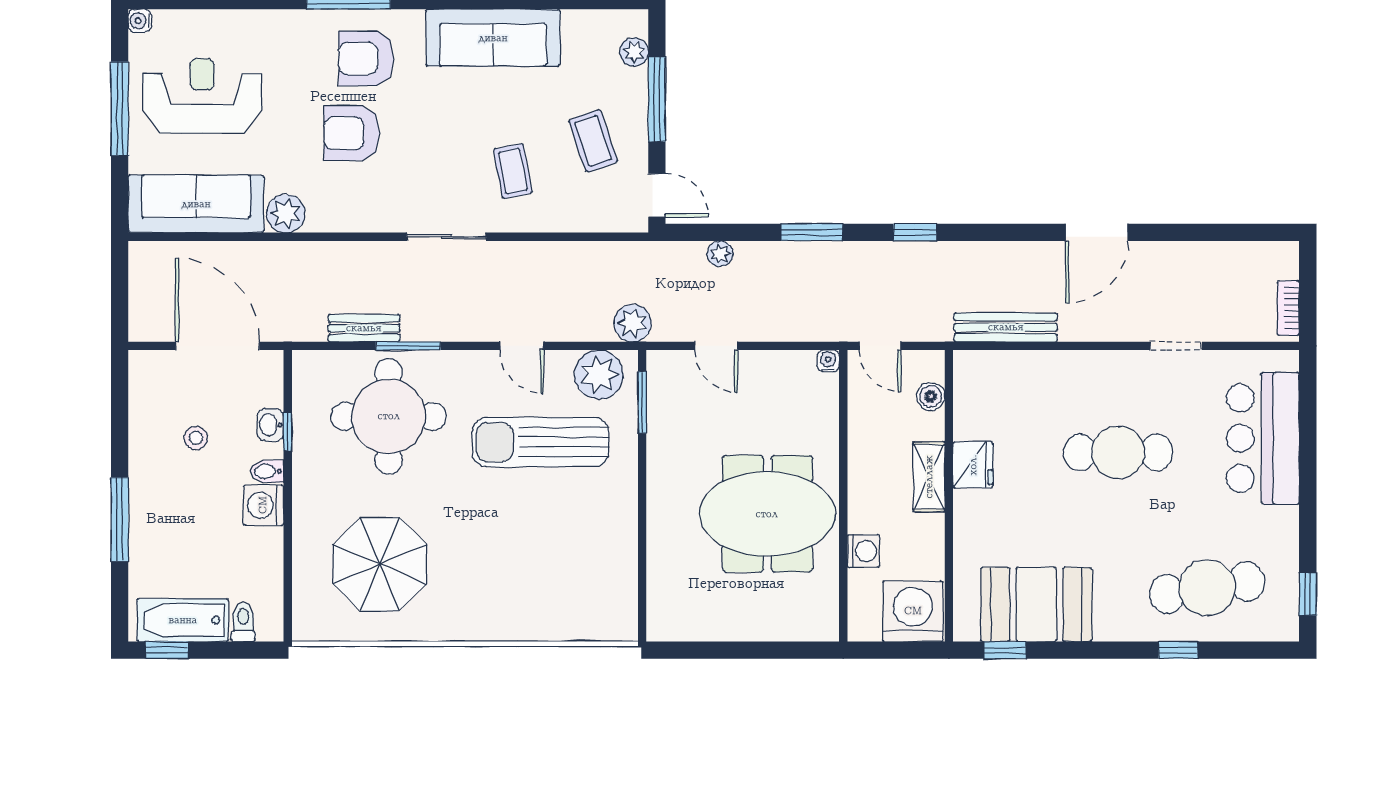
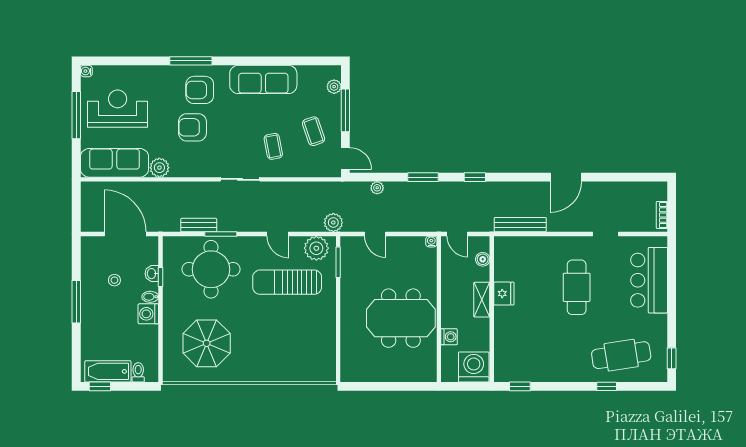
cafe table: (1118, 452) -> (577, 287), turned 90
window: (120, 519) -> (76, 302), moved
booth: (1036, 604) -> (536, 364), removed

